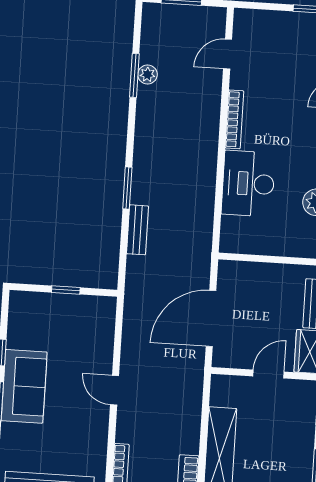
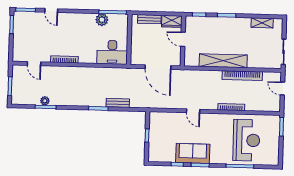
desk: (248, 184) -> (112, 52), moved
door: (115, 390) -> (193, 111), hinge flipped

